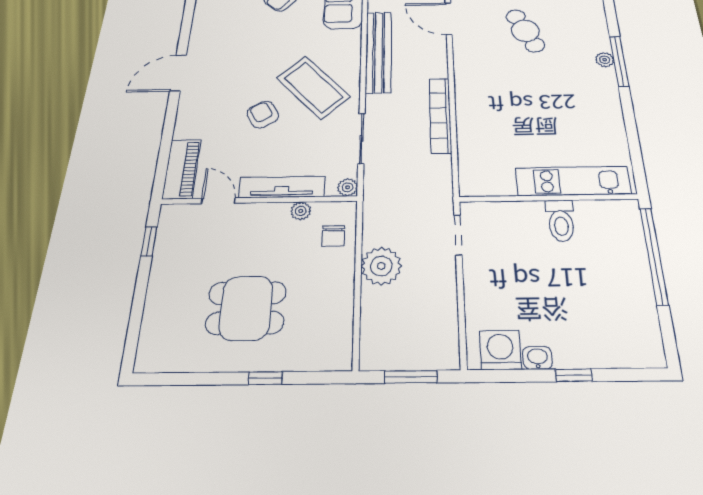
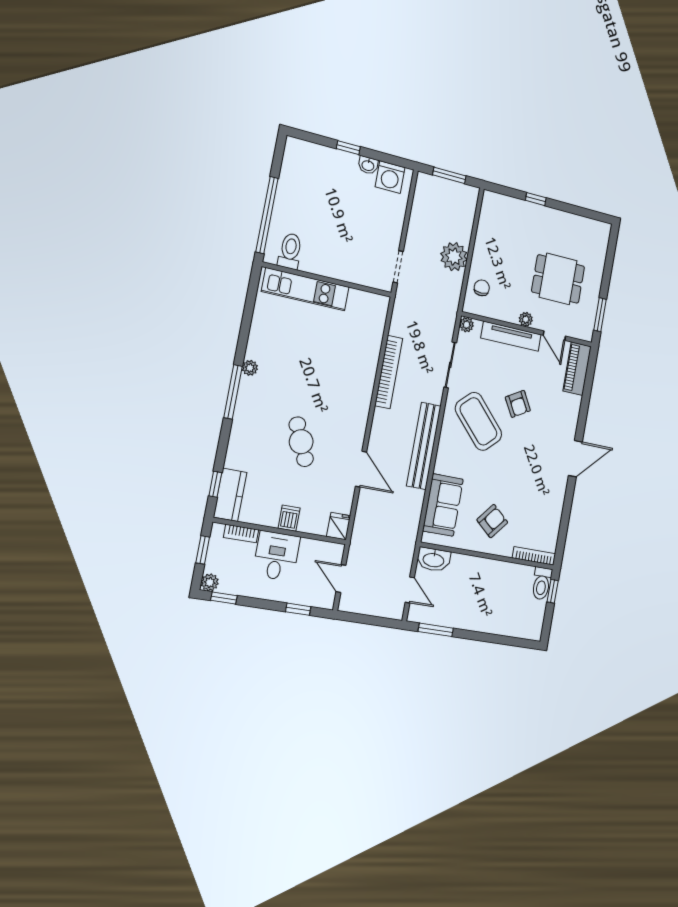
plant: (605, 60) -> (250, 368), moved
plant: (301, 211) -> (526, 319), moved
toilet: (561, 220) -> (290, 251), moved
window: (149, 241) -> (600, 315), width x1.50
dining table: (246, 308) -> (558, 279), moved

